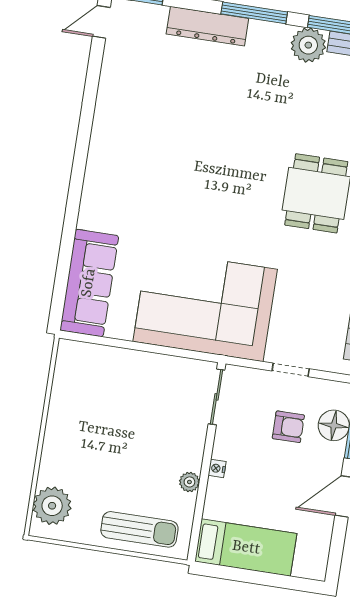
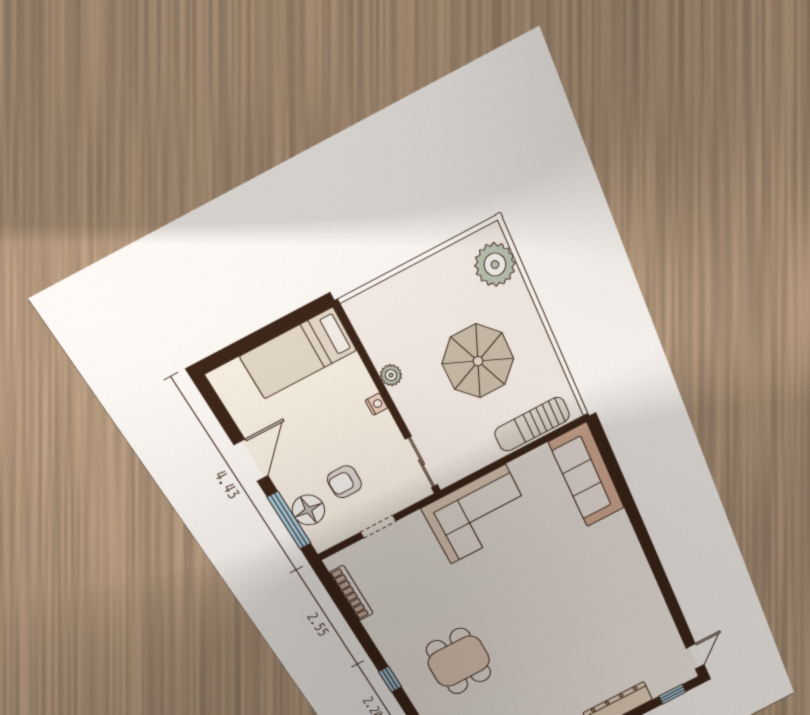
corner sofa: (205, 305) -> (478, 515), width x0.73, depth x0.74
parasol: (115, 444) -> (478, 361), added
sun lounger: (139, 529) -> (532, 424), moved

